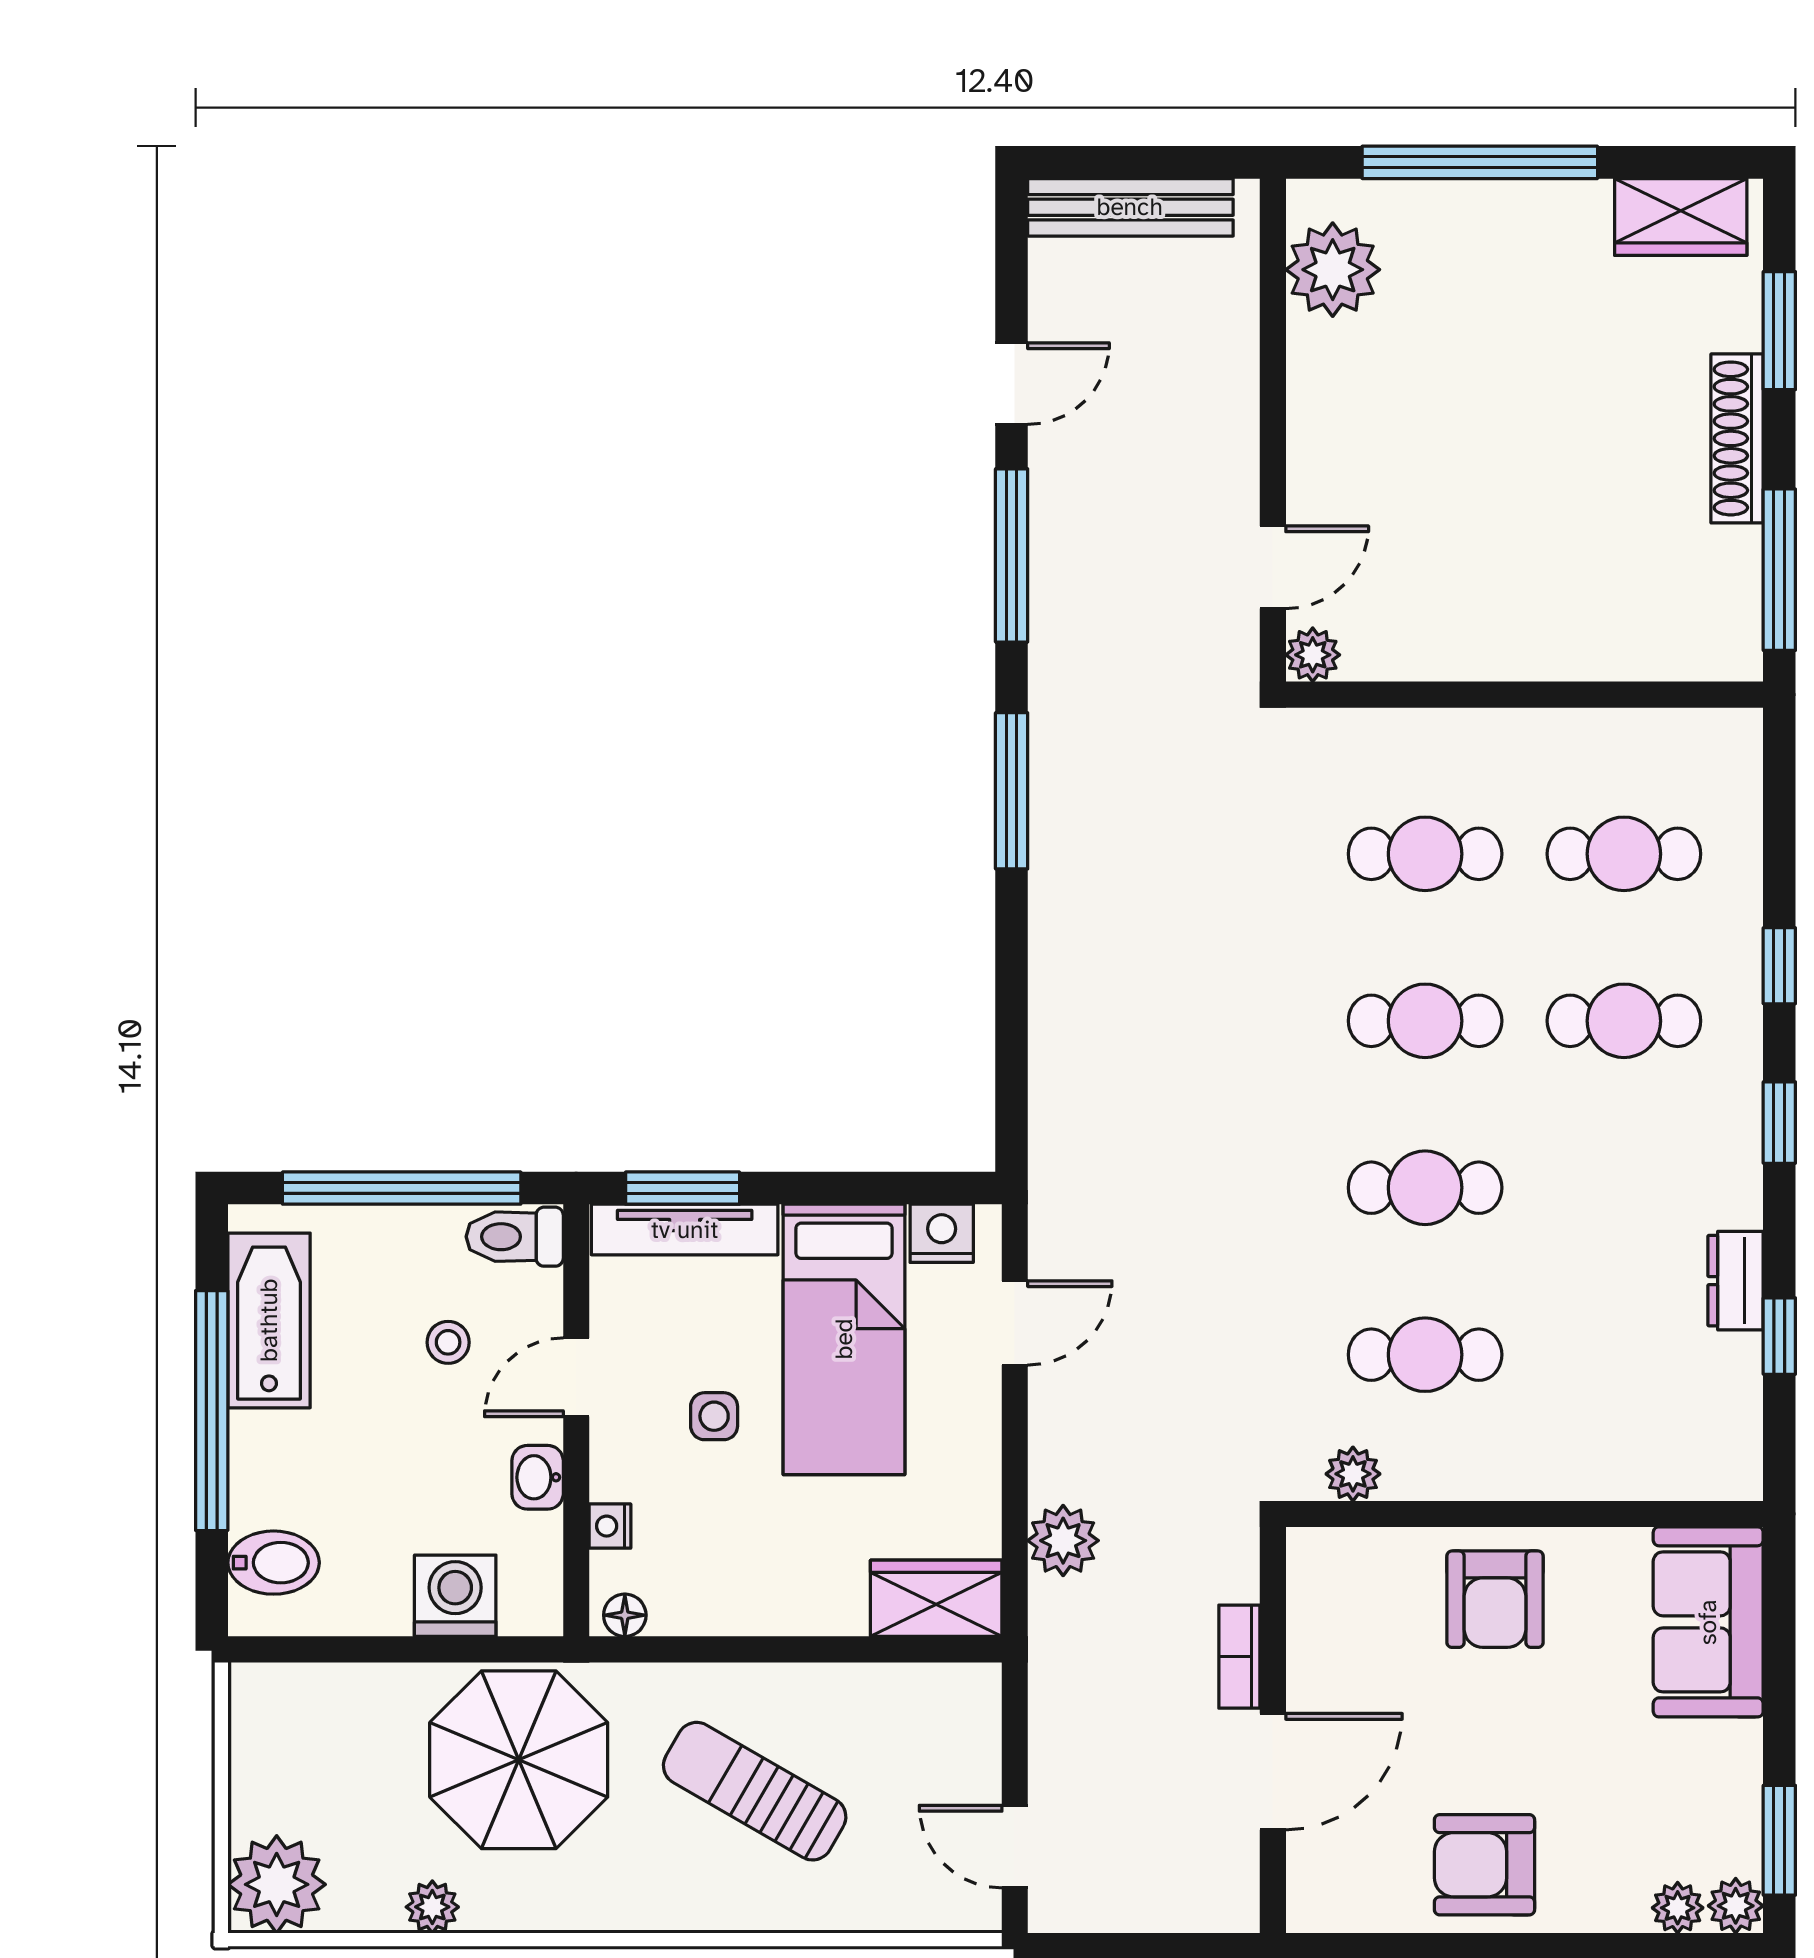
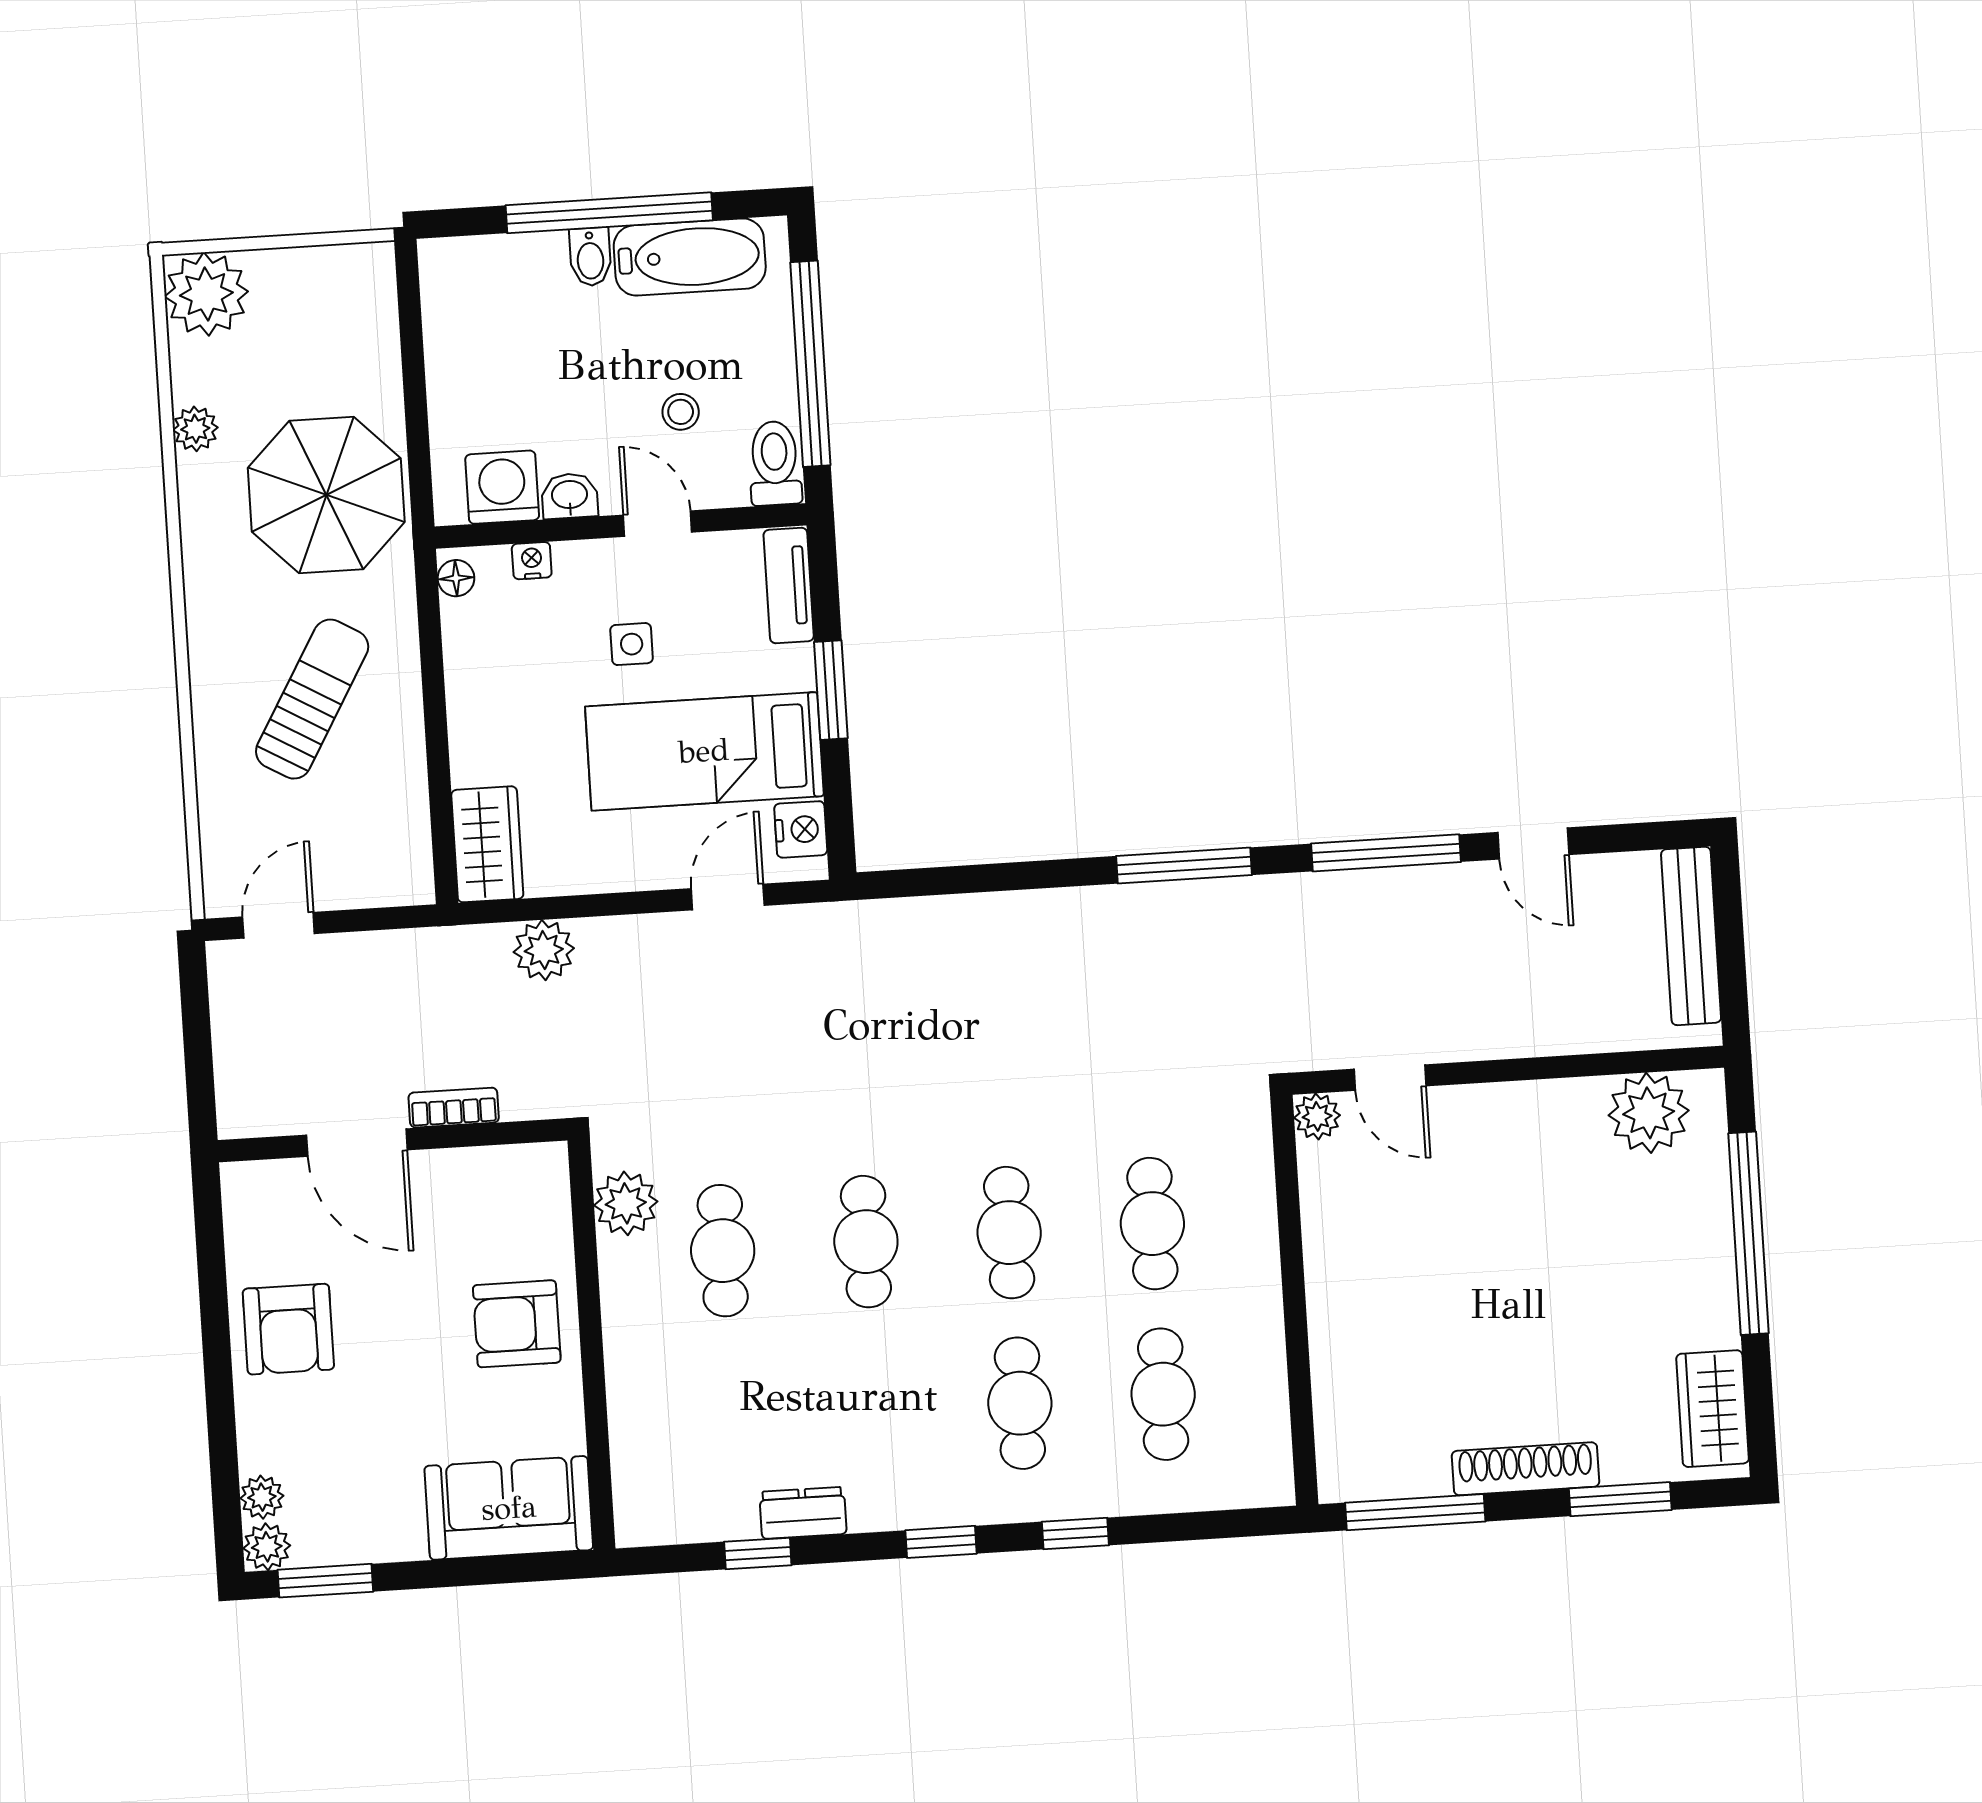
window: (683, 1188) -> (831, 690), moved
tv unit: (685, 1230) -> (789, 585), width x0.71
door: (1015, 1323) -> (728, 897), swing flipped
plant: (1353, 1474) -> (626, 1203), width x1.38, depth x1.38
bidet: (274, 1563) -> (590, 257), moved, width x0.72, depth x0.74
washing machine: (455, 1596) -> (502, 487), moved, turned -90
armchair: (1484, 1865) -> (288, 1329), turned 180

